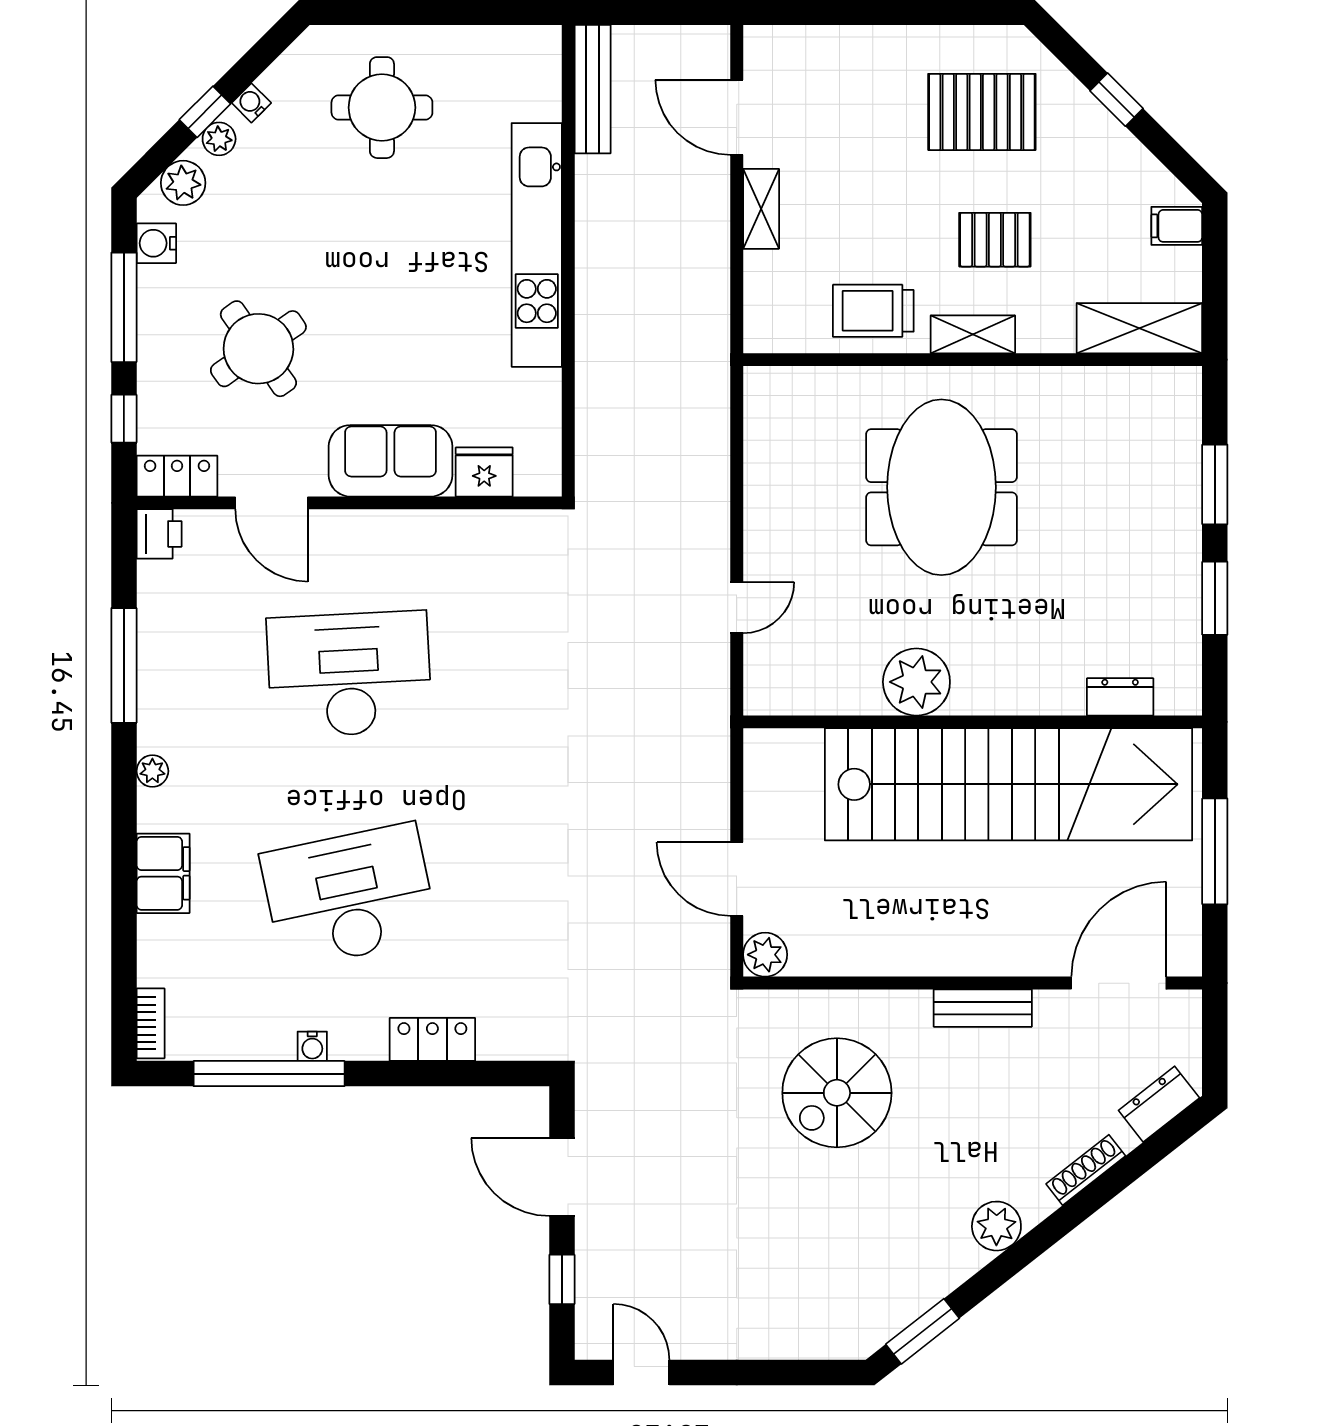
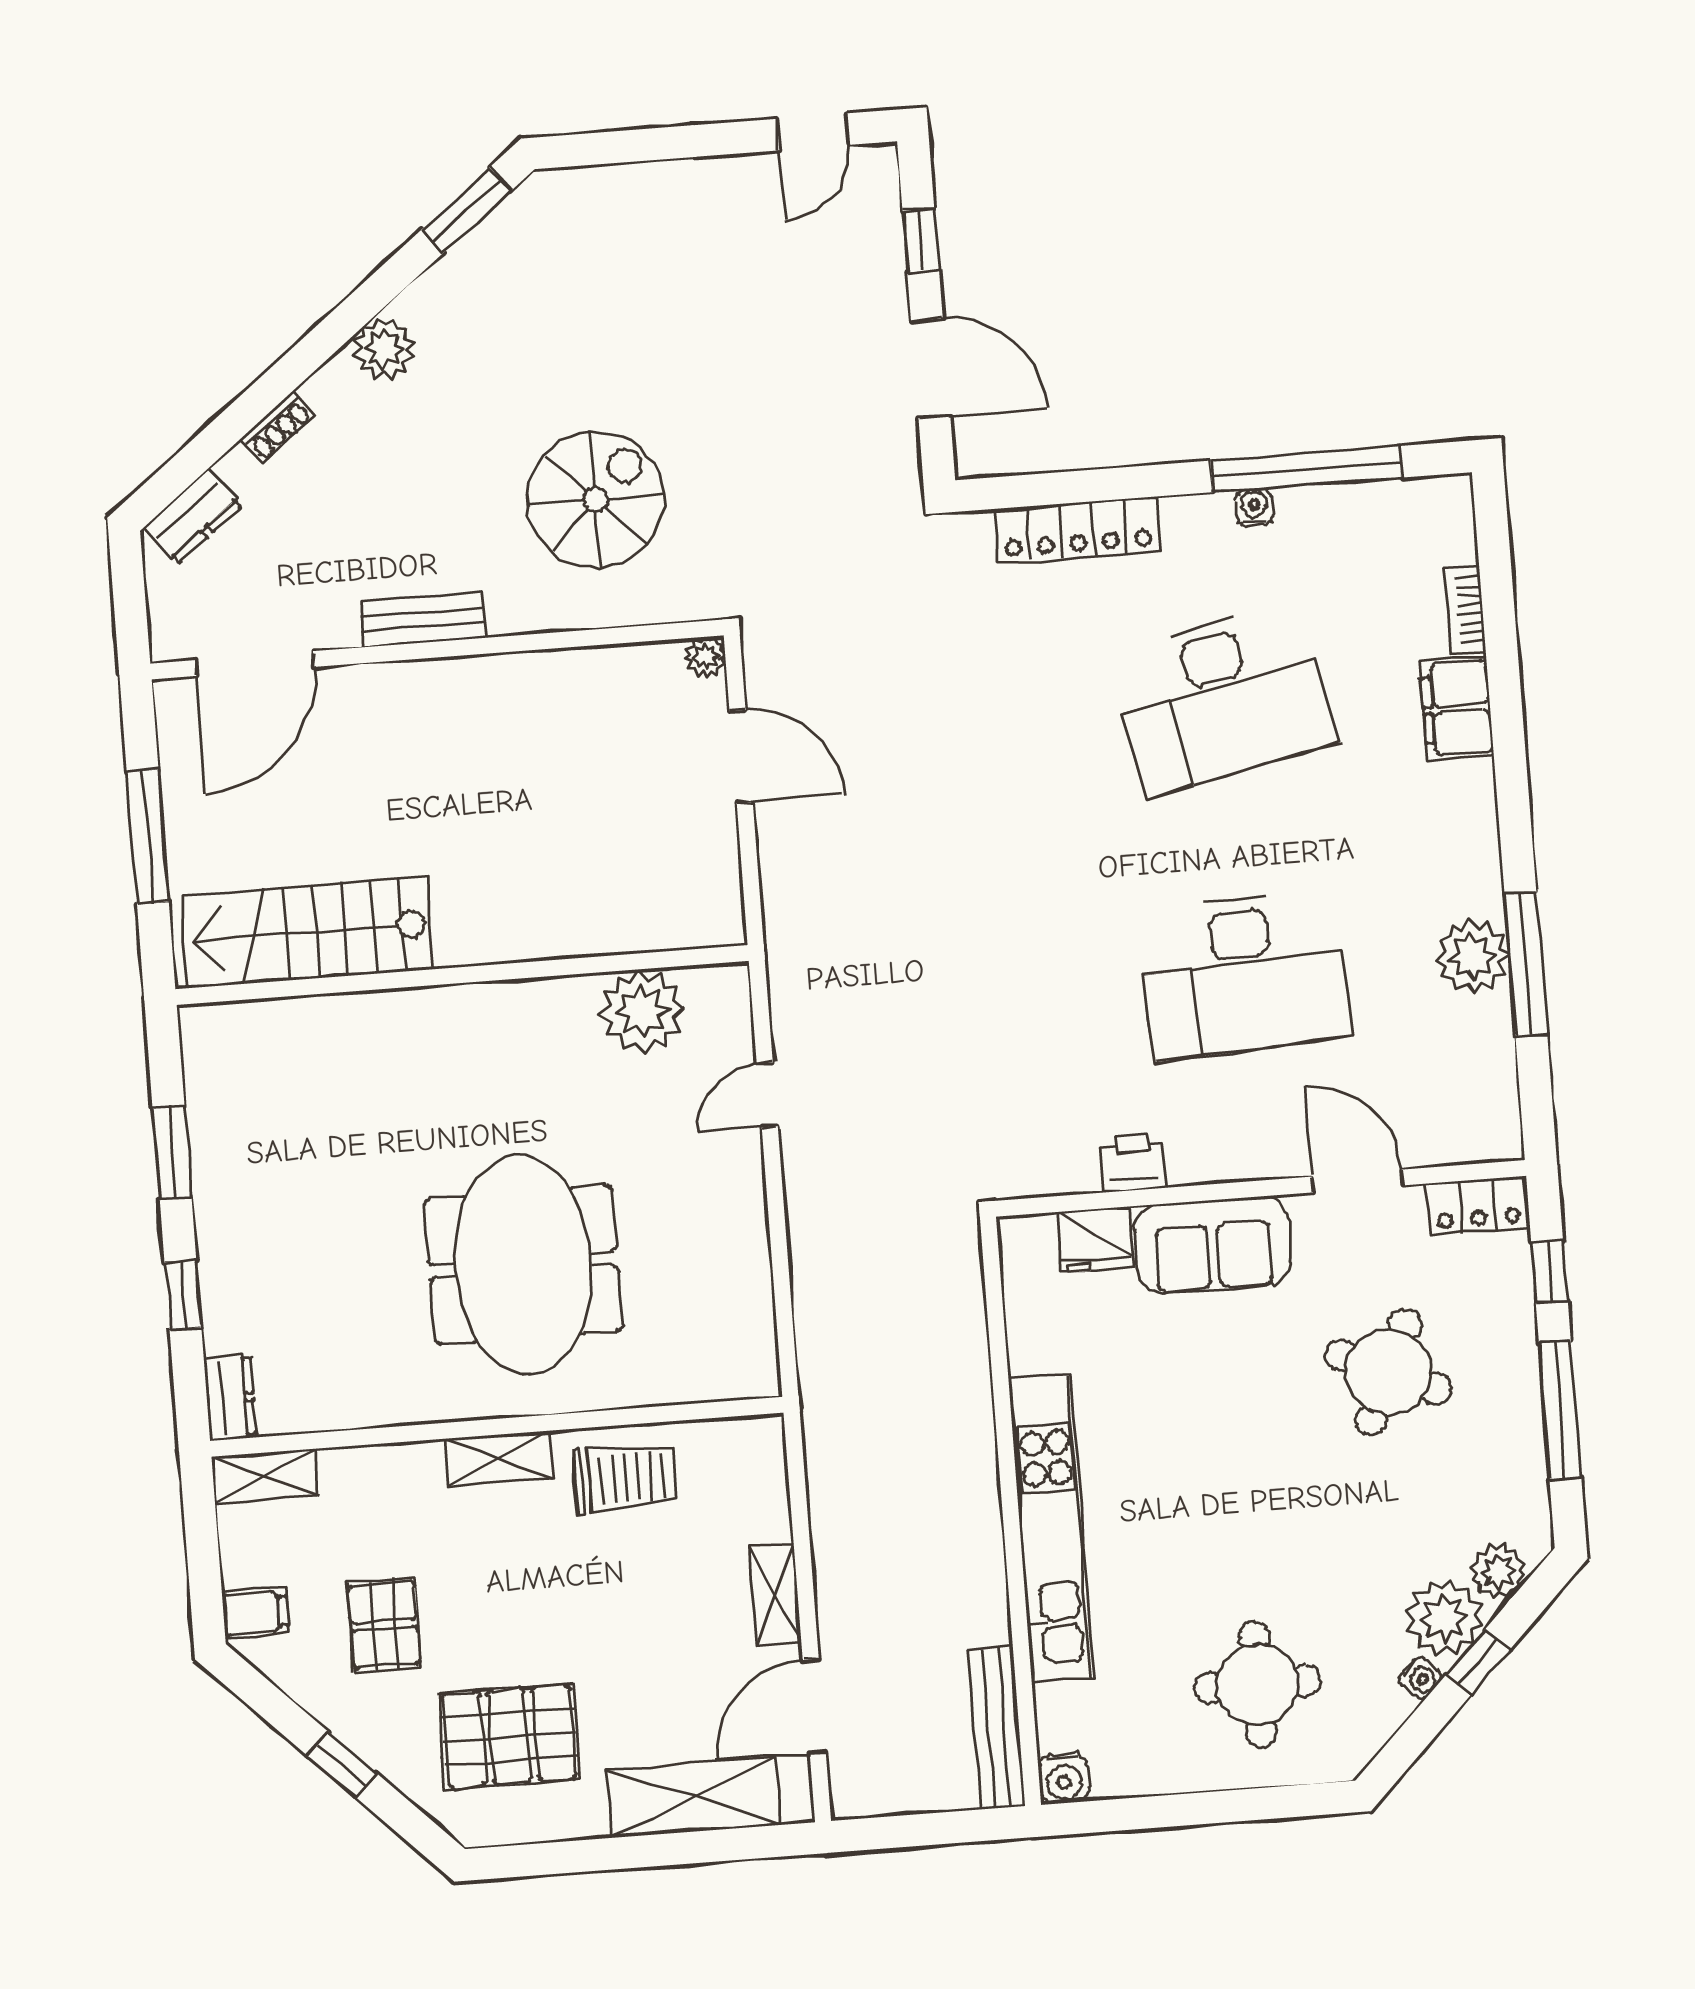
shelving: (838, 52) -> (694, 1798), added
door: (737, 117) -> (814, 1706), swing flipped
plant: (219, 139) -> (1444, 1618), width x1.88, depth x1.88
pallet: (995, 240) -> (384, 1625), moved, turned 90
water cooler: (156, 243) -> (1064, 1778), moved, turned 90
shelving: (1139, 328) -> (265, 1476), width x0.67, depth x0.75
round table: (258, 349) -> (1388, 1372), turned -31
window: (1215, 484) -> (183, 1294), width x0.67
printer: (159, 534) -> (1134, 1162), moved, turned 90
plant: (916, 682) -> (642, 1011), moved
dresser: (1120, 697) -> (230, 1398), moved, turned -90
plant: (152, 771) -> (1472, 957), moved, width x1.88, depth x1.88
stairs: (1009, 784) -> (307, 932), width x0.54, depth x0.66
plant: (765, 955) -> (705, 657), width x0.73, depth x0.73
bookcase: (151, 1023) -> (1465, 610), moved
locker: (432, 1039) -> (1077, 530), width x1.53
shoe rack: (1086, 1170) -> (278, 427), width x0.70
door: (641, 1373) -> (813, 132), hinge flipped

